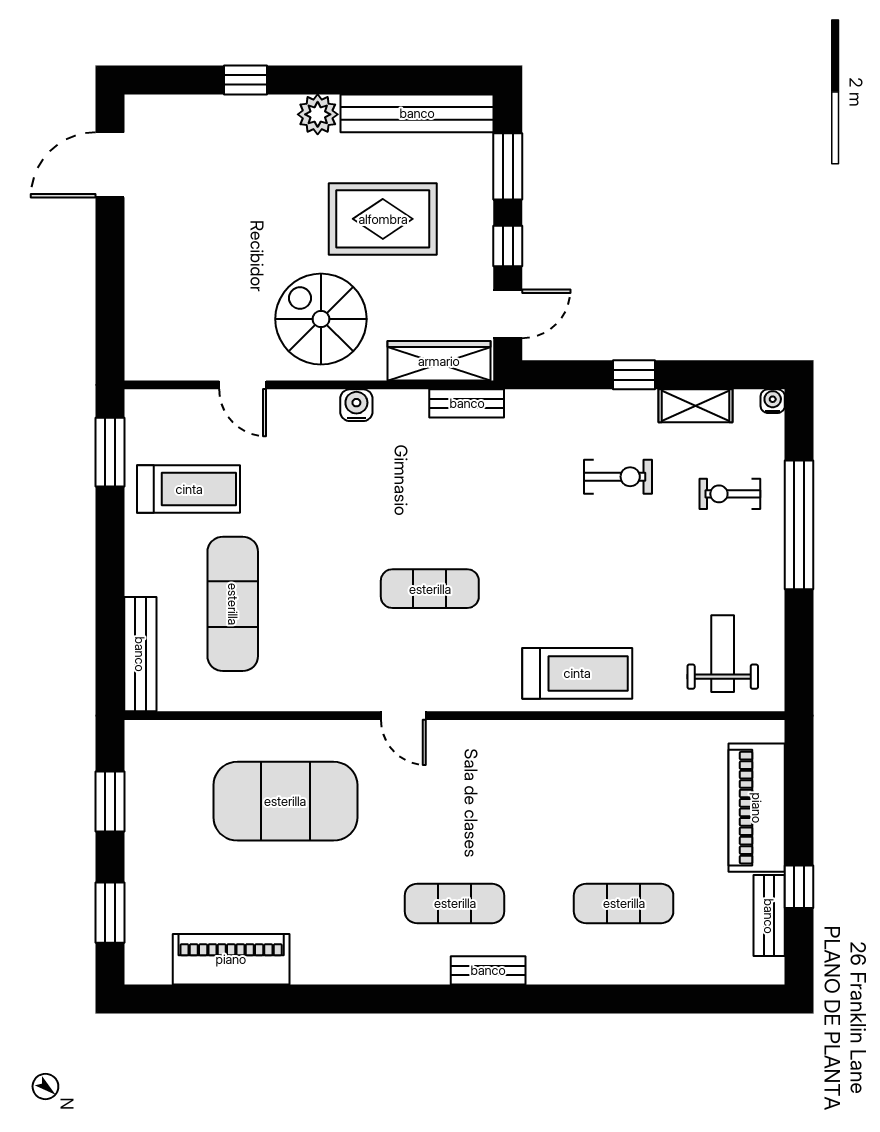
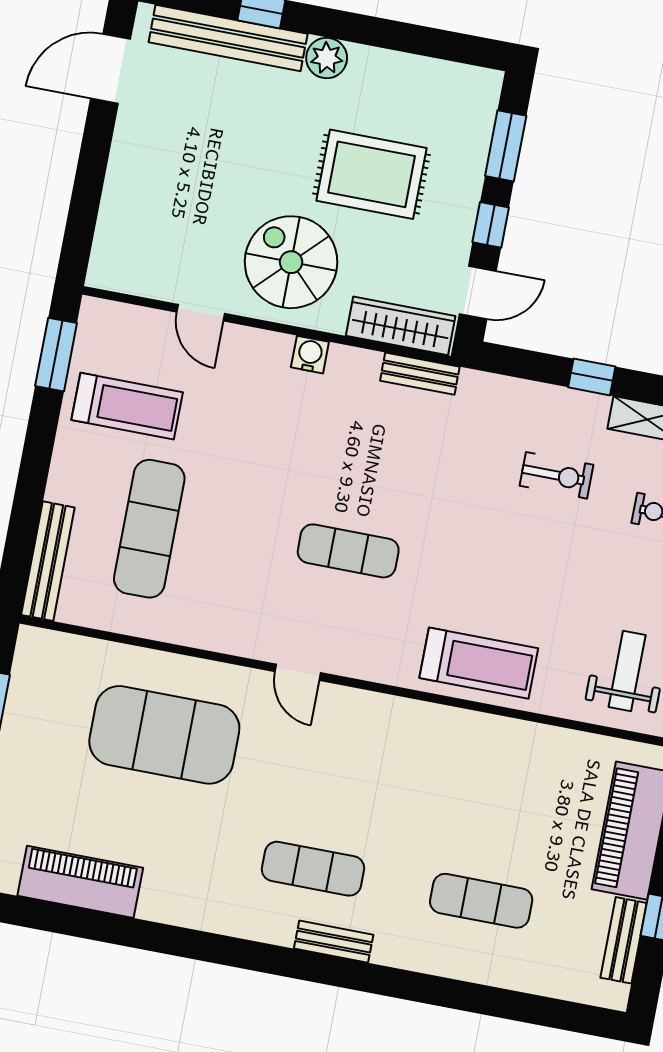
bench: (417, 113) -> (228, 38), moved

